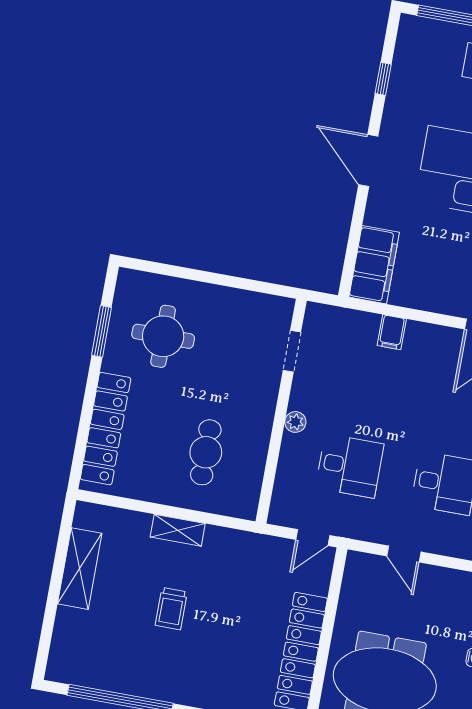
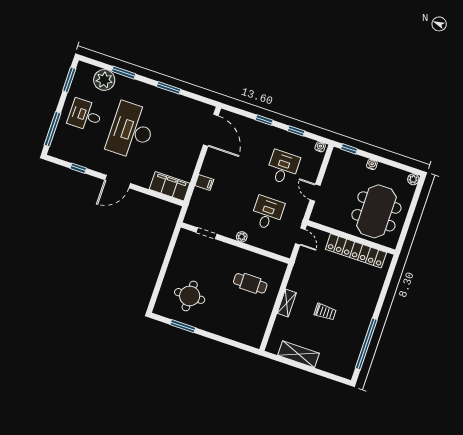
locker: (106, 429) -> (231, 331), removed
door: (404, 554) -> (315, 193), swing flipped

